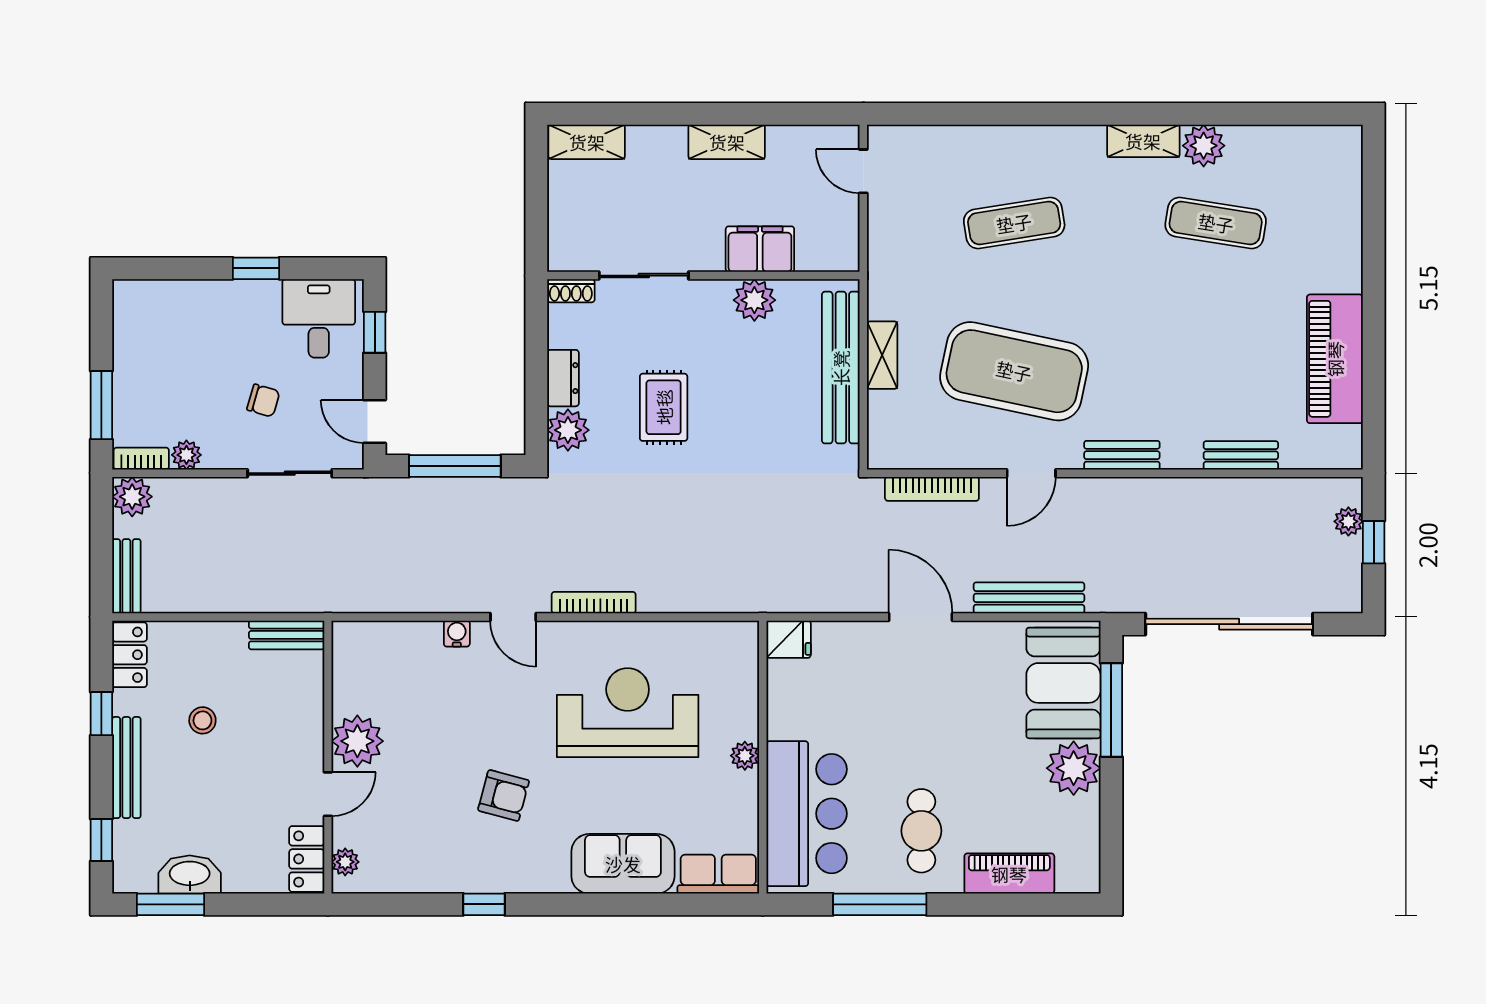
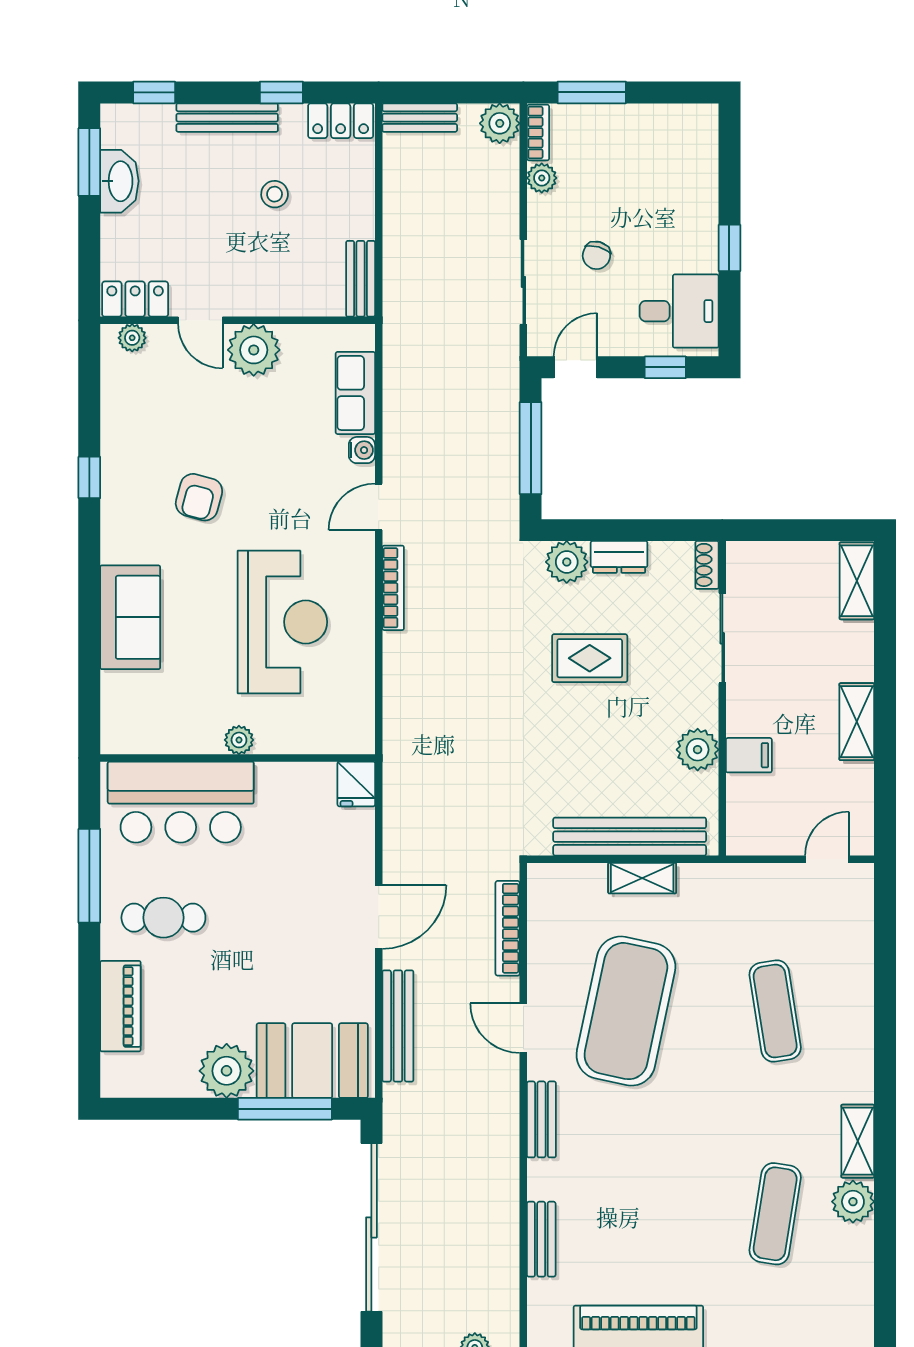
filing cabinet: (760, 249) -> (749, 755), width x0.50
row of seats: (718, 874) -> (355, 393), moved, turned 180

